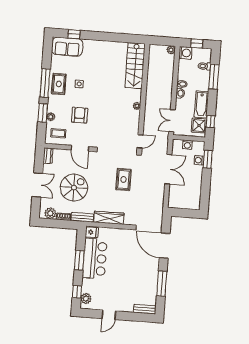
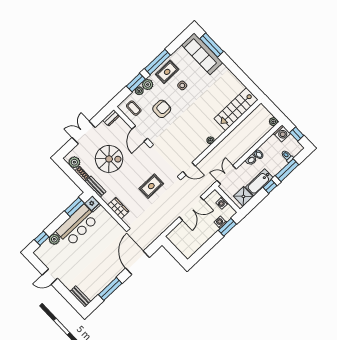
window: (74, 34) -> (212, 45), width x2.17
sofa: (67, 47) -> (202, 54), width x1.36
plant: (53, 106) -> (148, 84), added
window: (210, 122) -> (270, 187), moved
double door: (37, 185) -> (84, 132), swing flipped
wardrobe: (109, 218) -> (118, 208), width x0.67
window: (79, 260) -> (74, 207), moved
plant: (86, 298) -> (54, 239), moved

